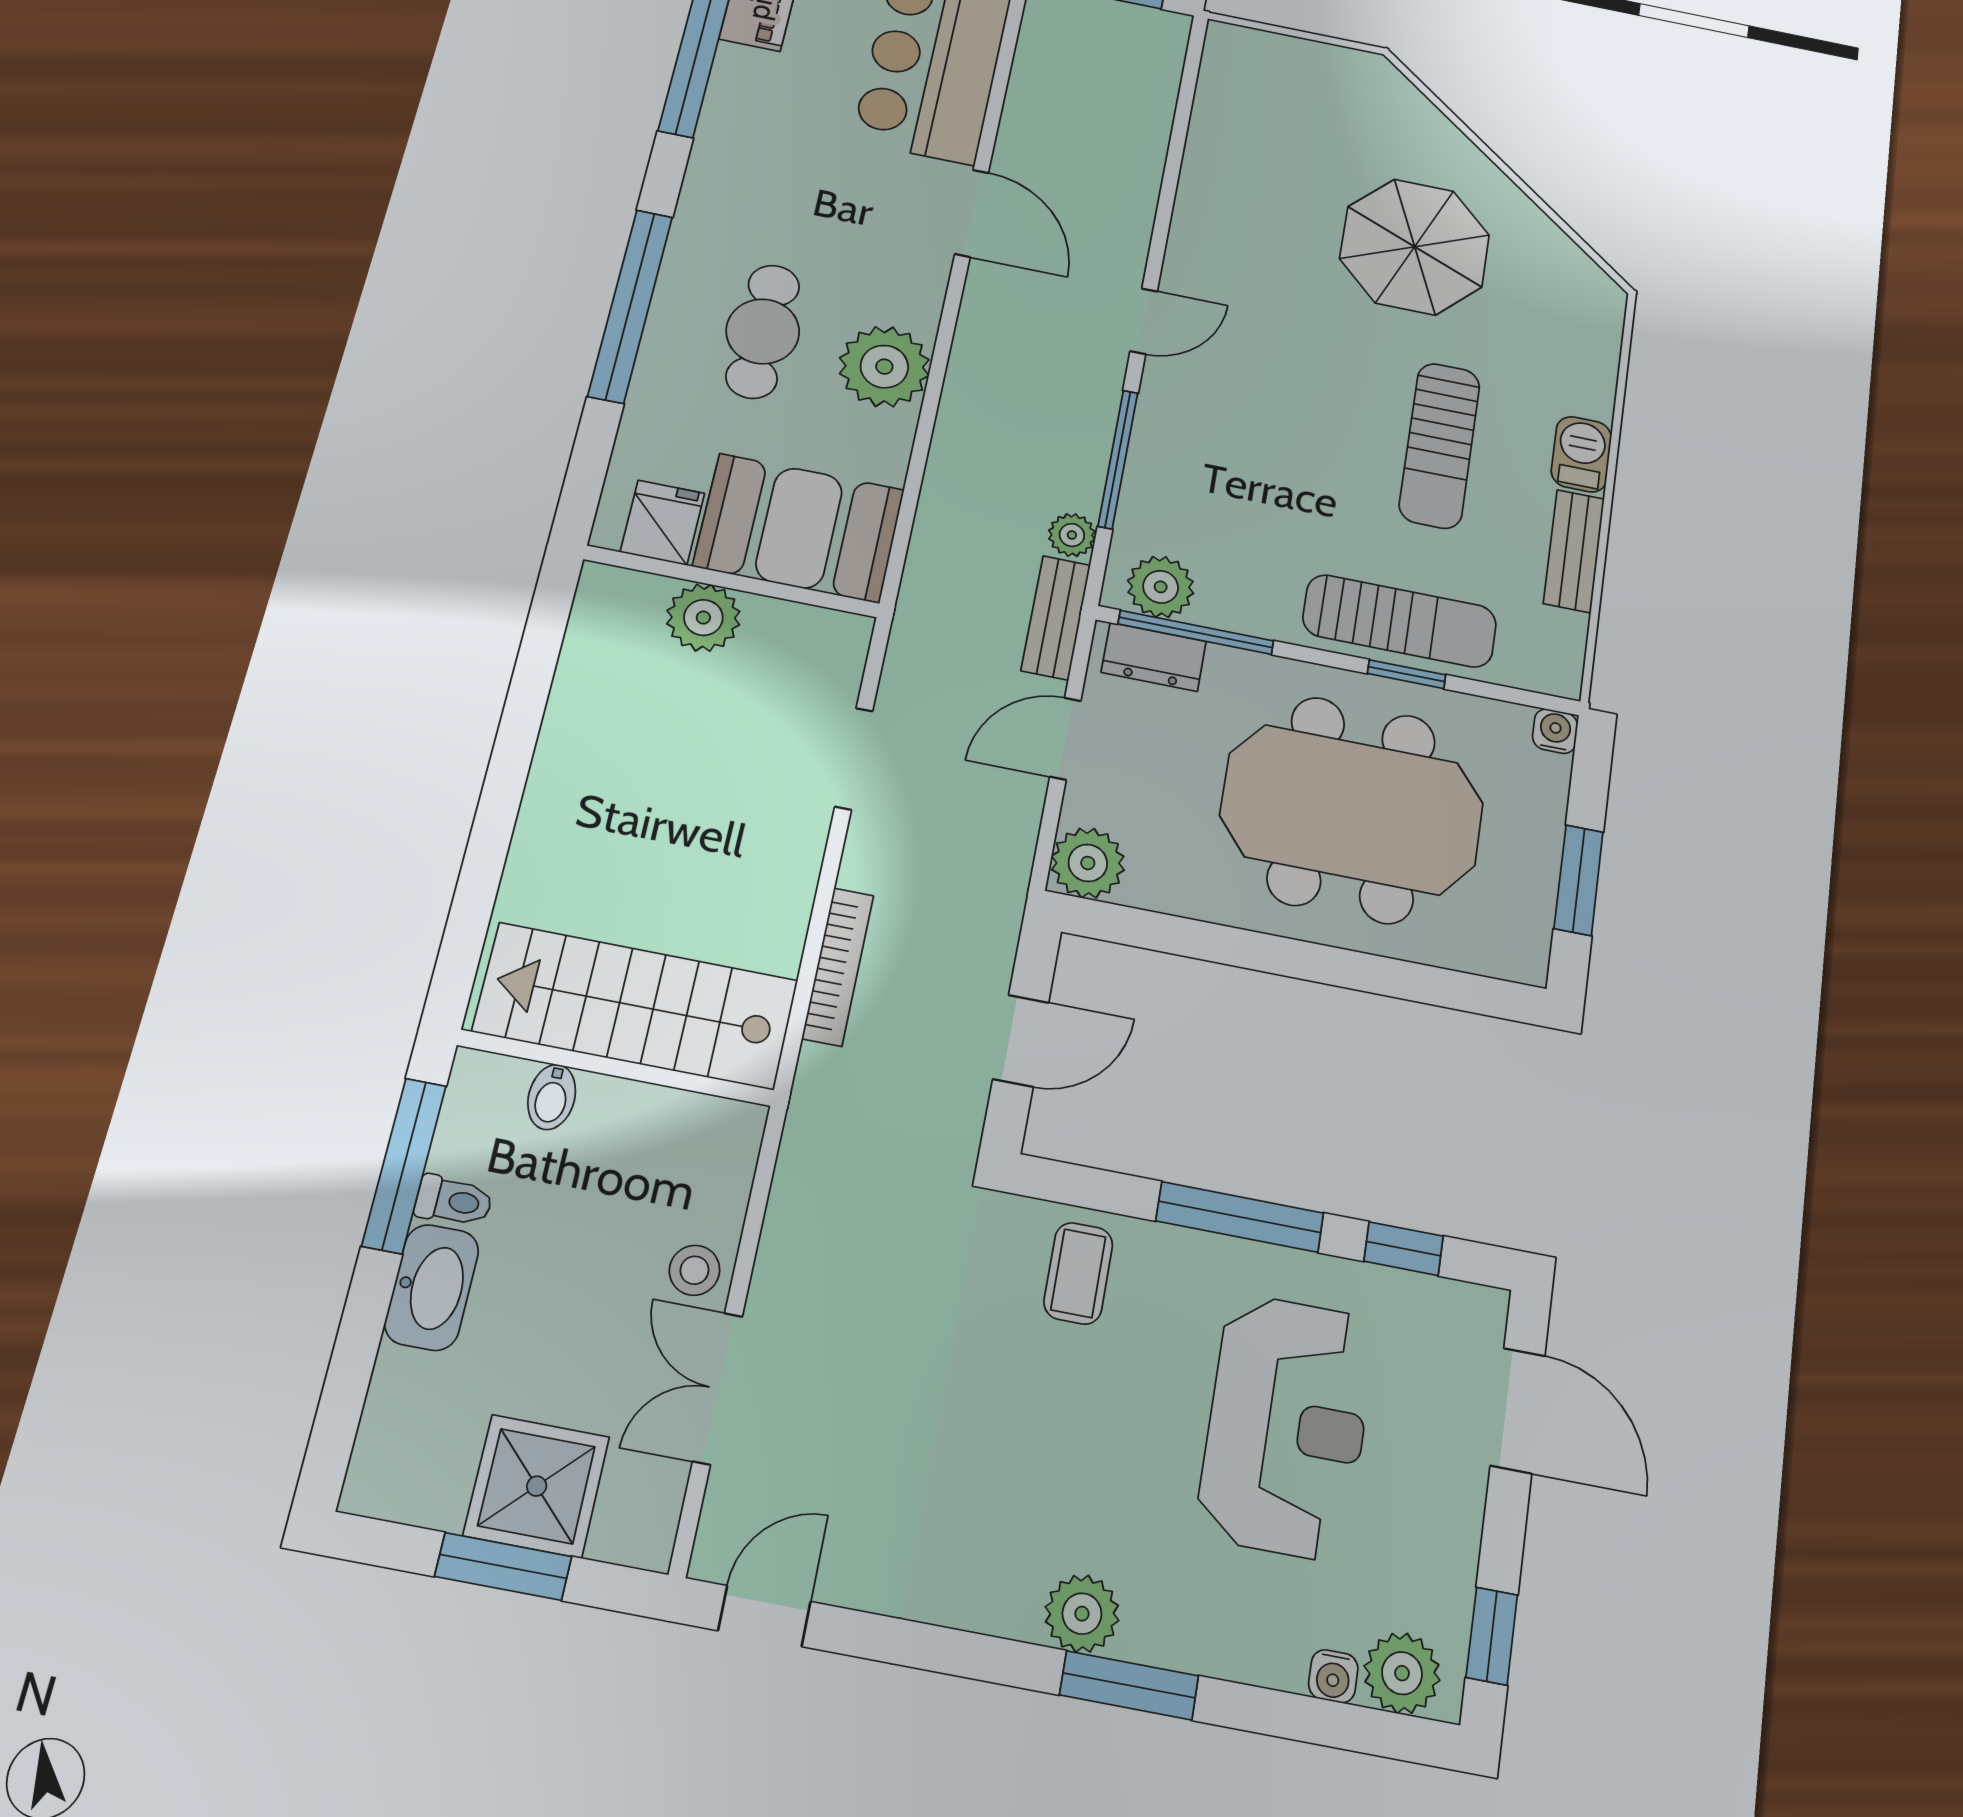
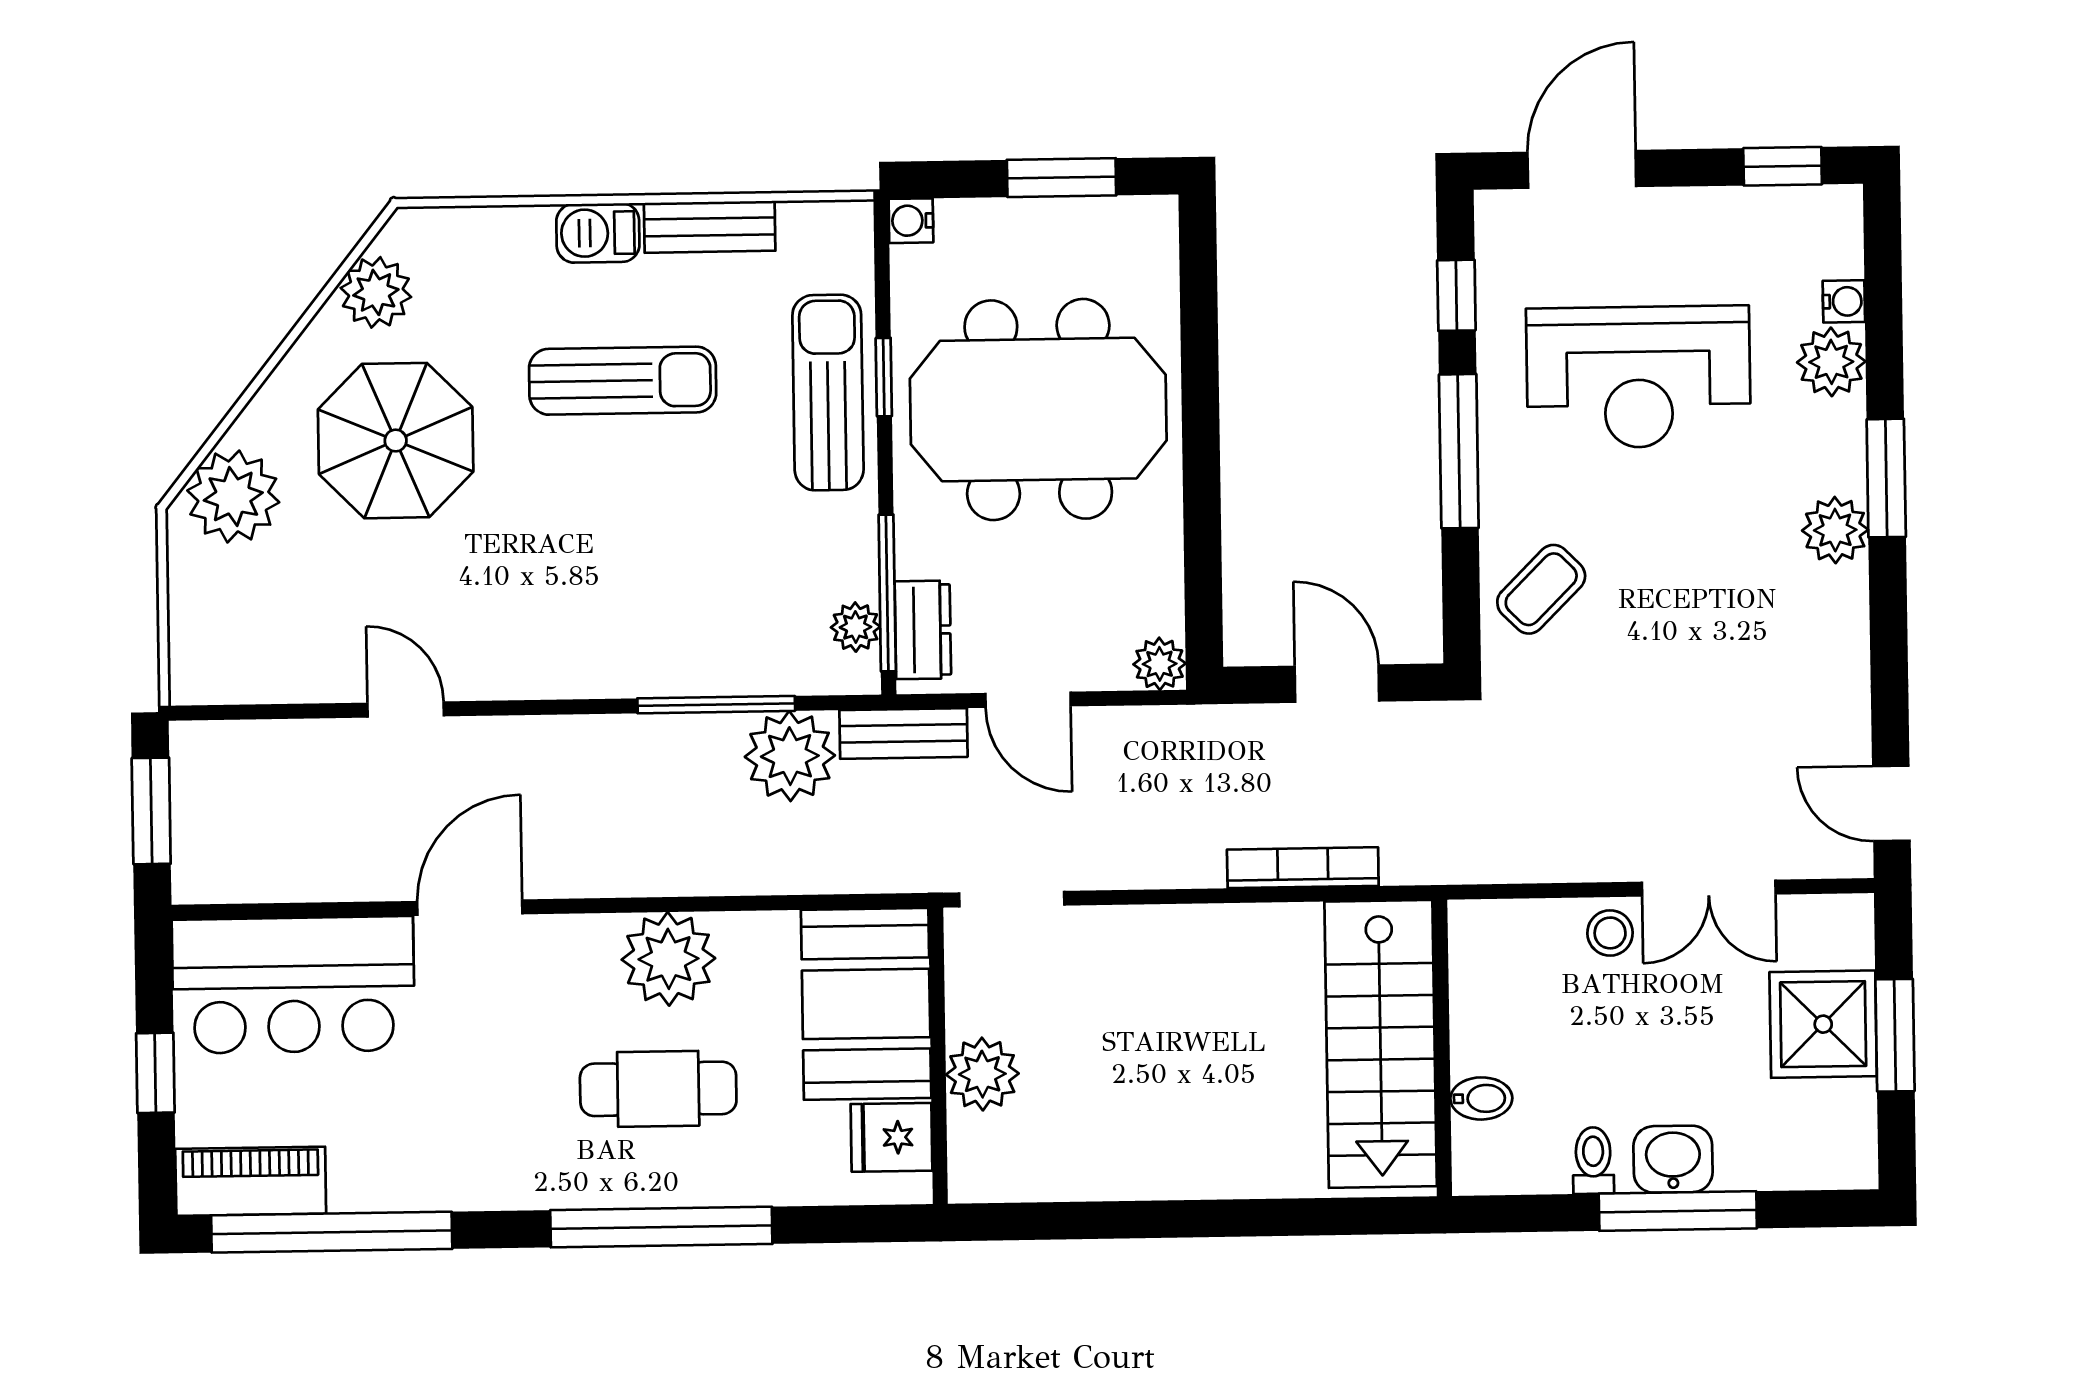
plant: (1386, 108) -> (233, 496), added
plant: (1553, 260) -> (376, 292), added
door: (1144, 321) -> (406, 709), moved
plant: (1072, 535) -> (790, 756), width x1.88, depth x1.88
plant: (1161, 587) -> (856, 627), width x0.73, depth x0.73
doorway: (854, 759) -> (1012, 899), moved
meeting table: (1352, 809) -> (1038, 410), turned 90
plant: (1088, 863) -> (1160, 664), width x0.73, depth x0.73
window: (404, 1165) -> (1678, 1211), moved
coffee table: (1078, 1273) -> (1541, 589), turned -45
washbasin: (432, 1287) -> (1673, 1159), width x0.72
reception desk: (1287, 1426) -> (1638, 377), turned 180
plant: (1402, 1673) -> (1831, 362), moved

